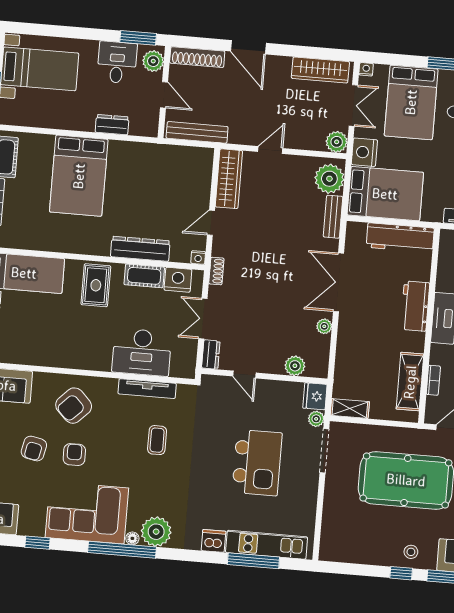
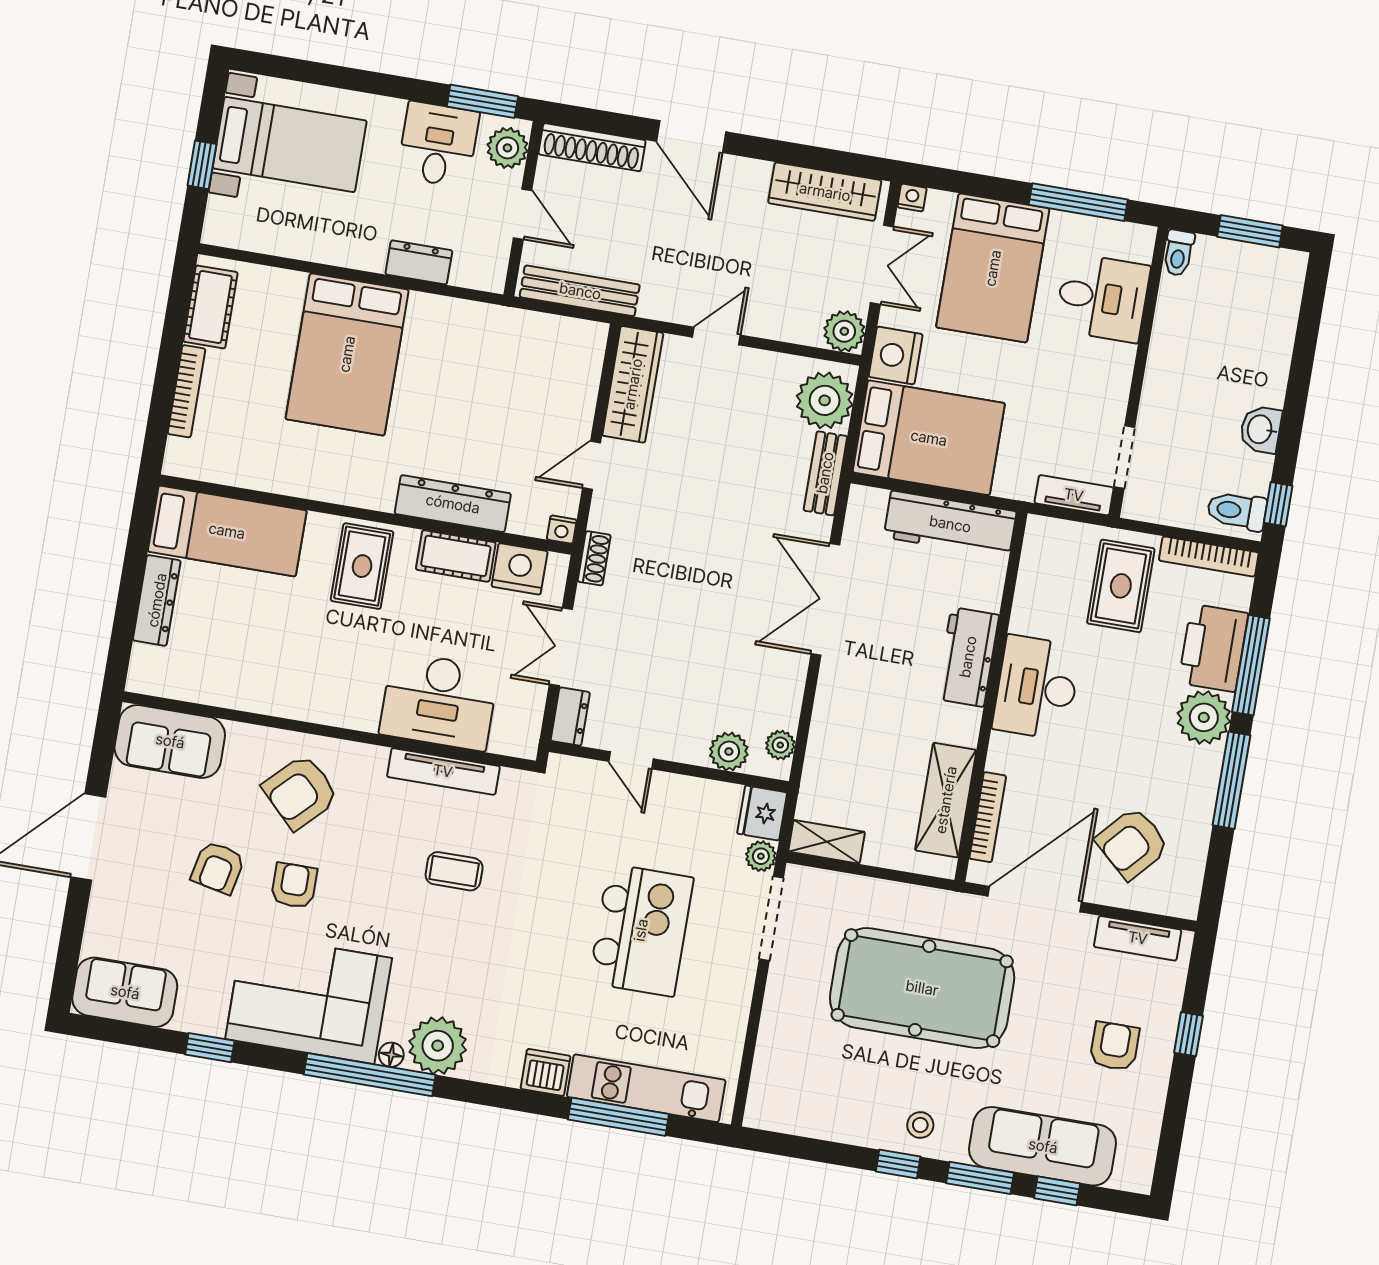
plant: (324, 326) -> (780, 745), moved
bookcase: (433, 380) -> (988, 817), width x1.56
coffee table: (157, 440) -> (454, 871), turned 90

